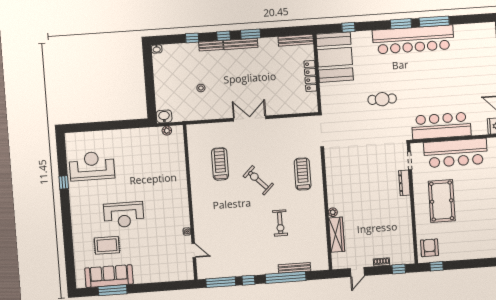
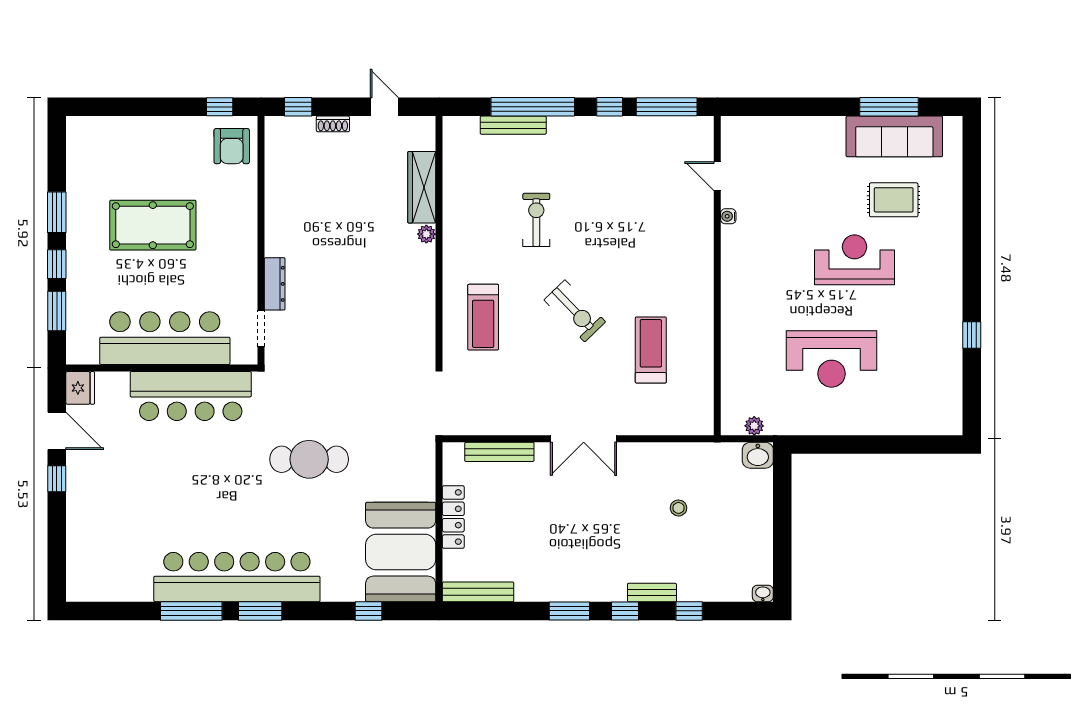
bench: (241, 44) -> (499, 452), moved
cafe table: (382, 99) -> (309, 459), width x1.37, depth x1.35
treadmill: (220, 164) -> (651, 350), turned 180
reception desk: (92, 166) -> (832, 359), moved
pool table: (442, 201) -> (153, 225), moved, turned 90
door: (357, 272) -> (384, 107), hinge flipped

